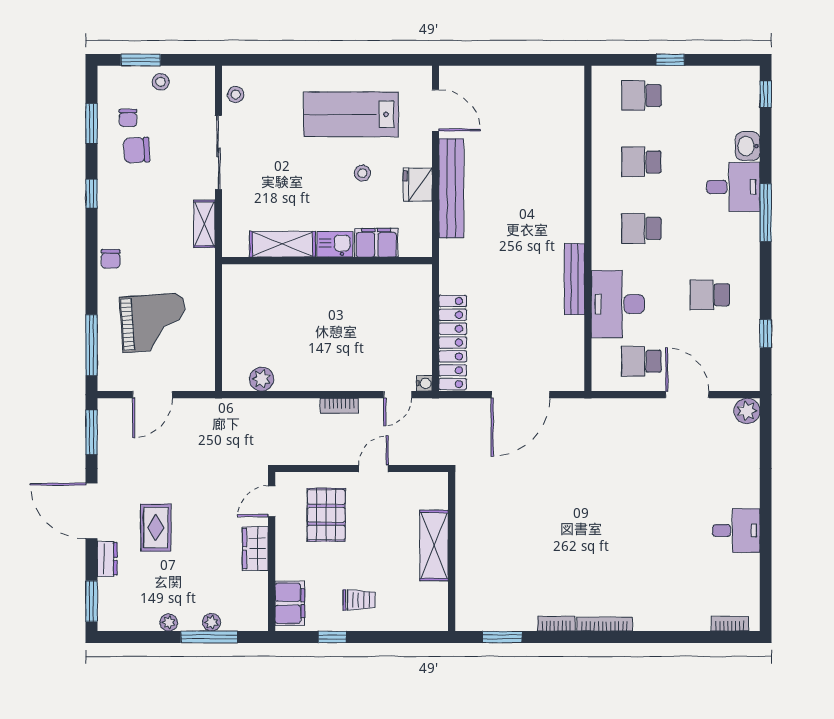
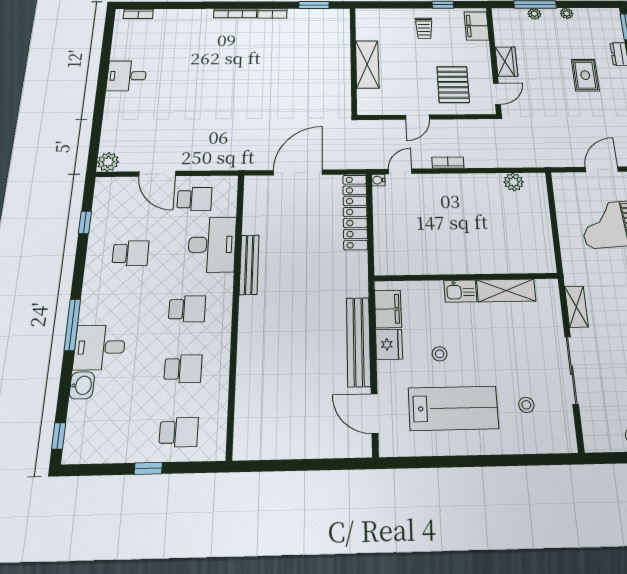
stool: (236, 95) -> (526, 405), moved
filing cabinet: (376, 243) -> (388, 309), moved, turned -90
trolley: (359, 600) -> (424, 28), turned -90

